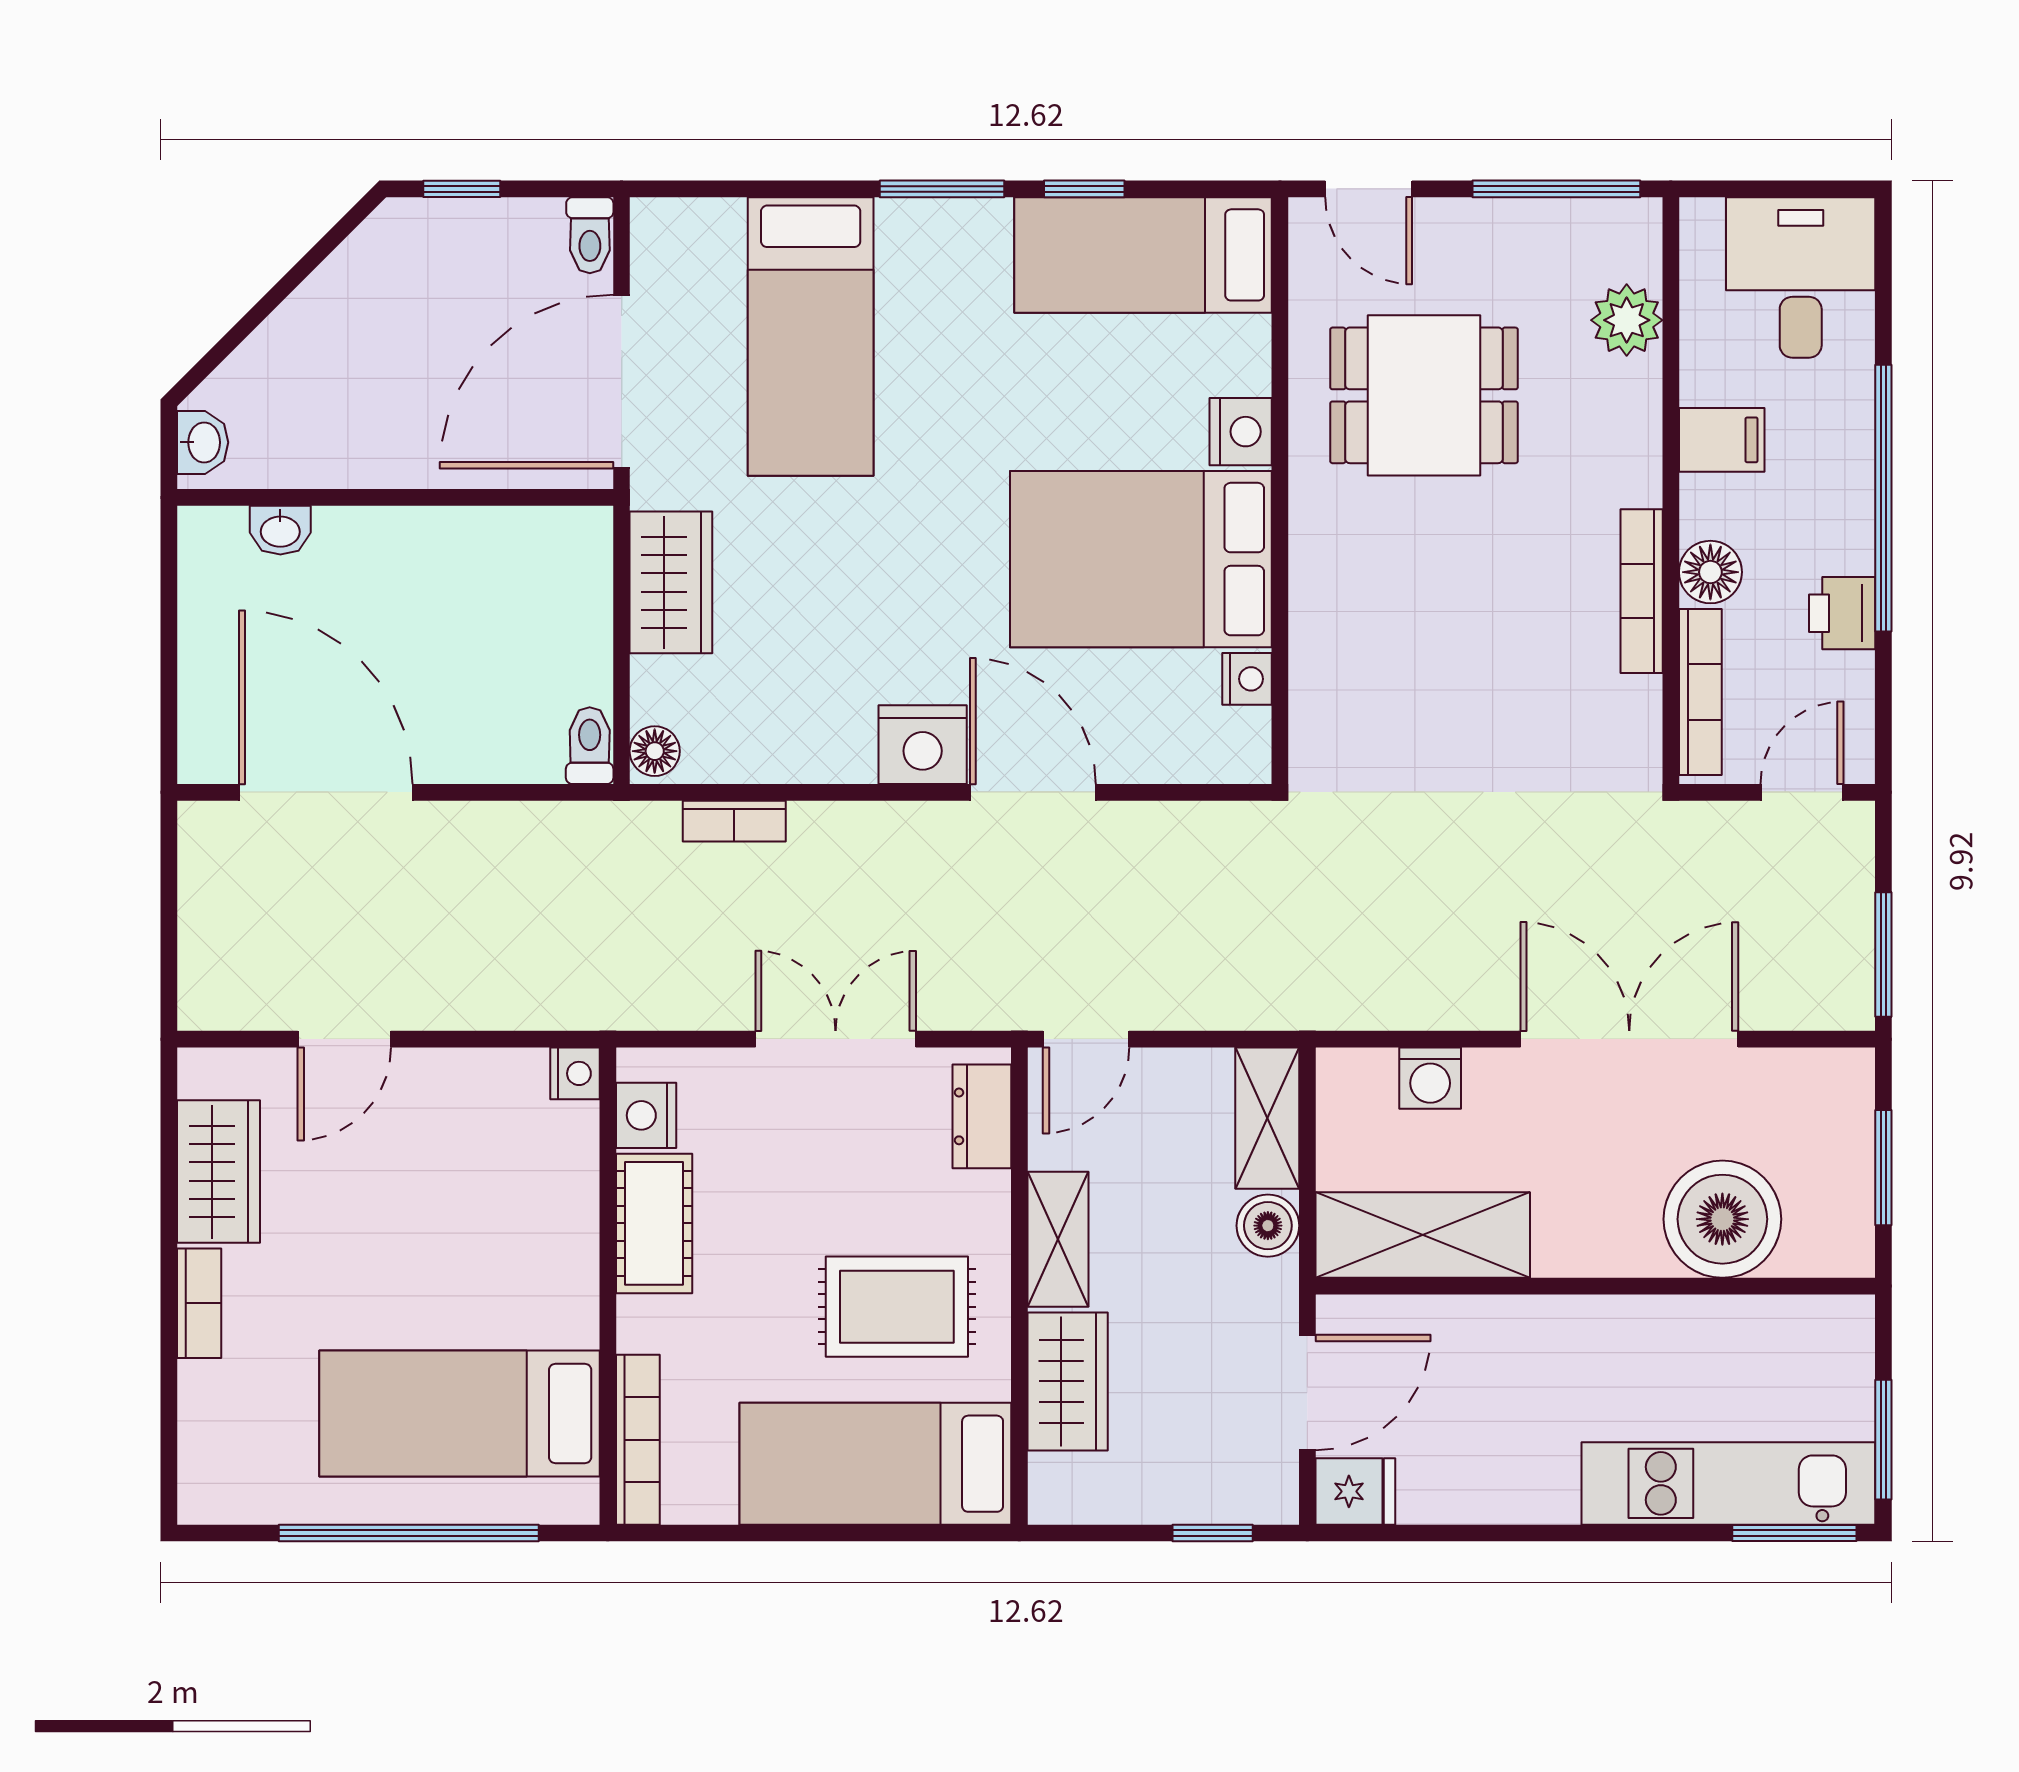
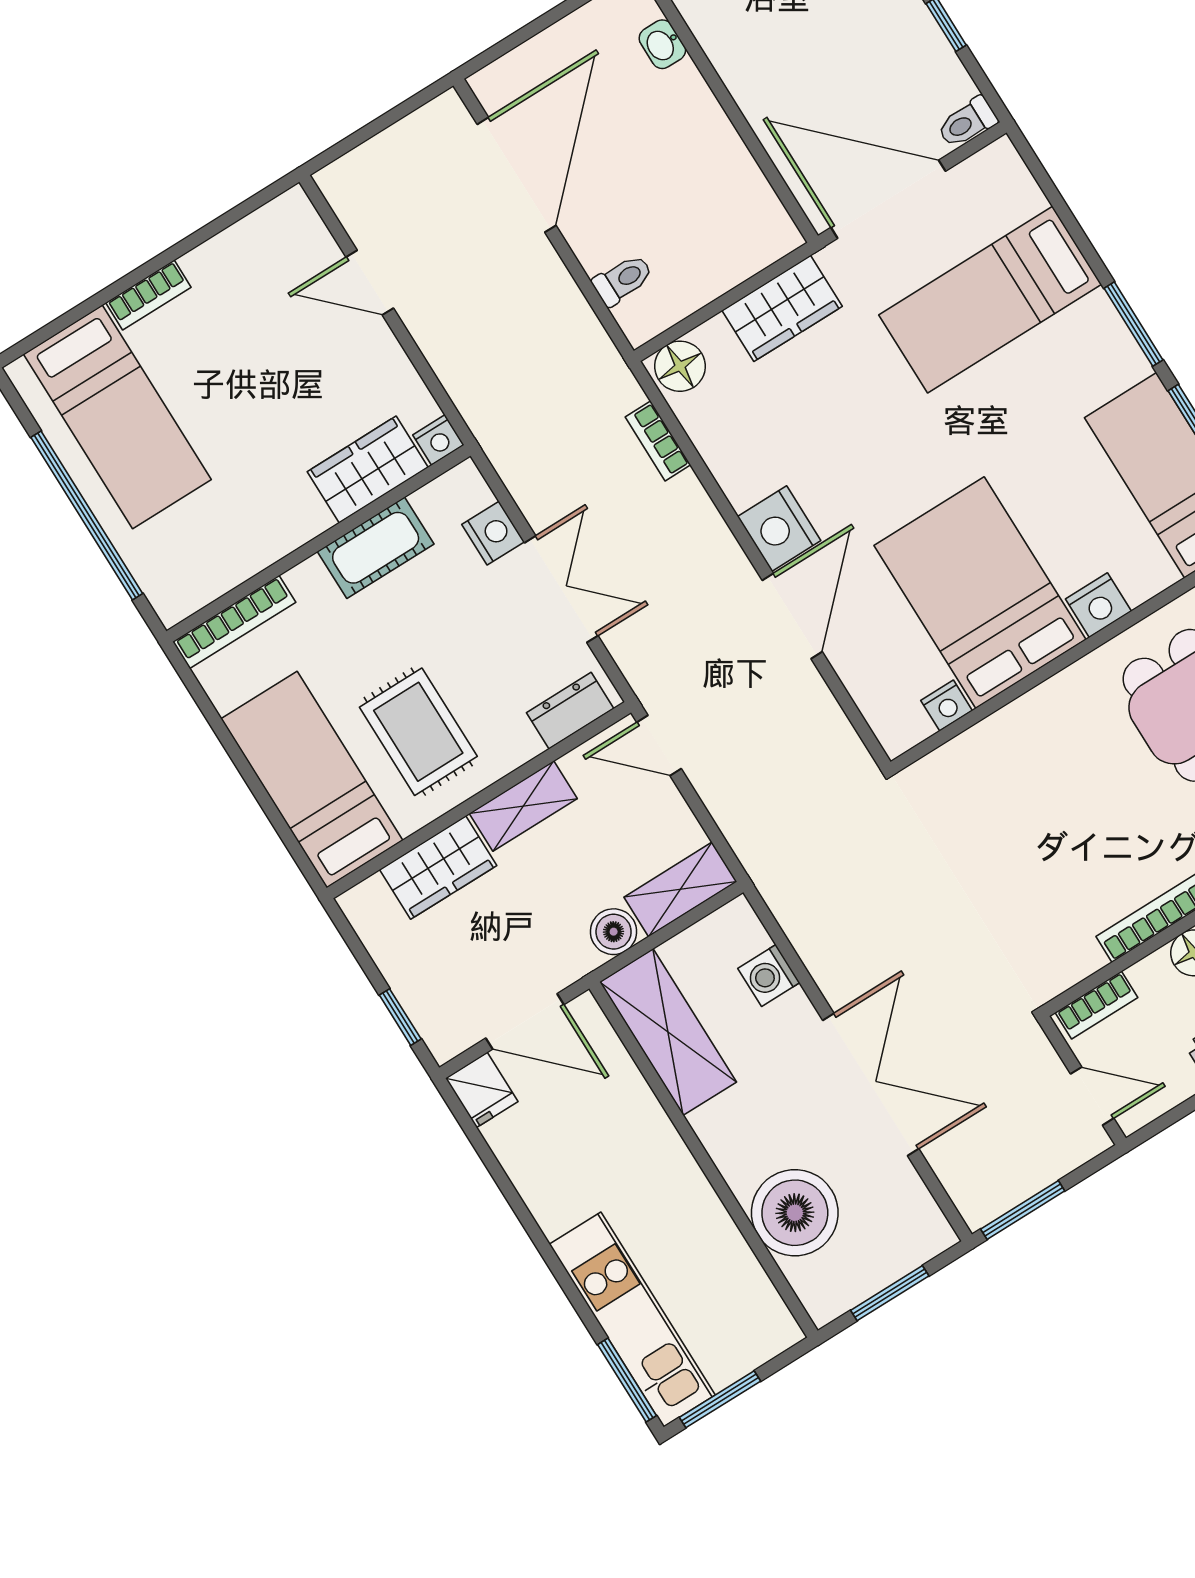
bookcase: (1700, 692) -> (1097, 1005), width x0.64
toilet: (590, 746) -> (623, 280), moved
floor lamp: (655, 751) -> (680, 366), width x1.37, depth x1.37
nightstand: (646, 1115) -> (493, 533), moved, turned 90
wardrobe: (218, 1172) -> (368, 470), moved, turned 180
bed: (459, 1414) -> (117, 417), moved, turned 180

